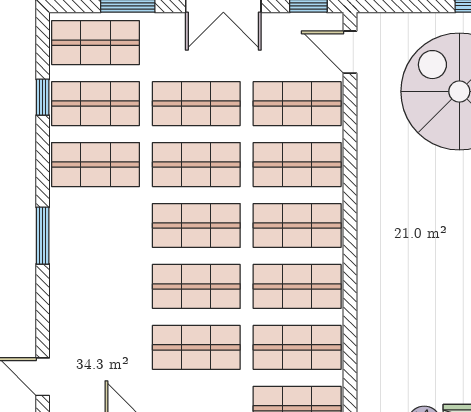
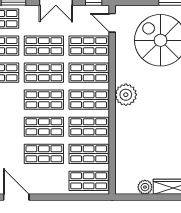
plant: (381, 214) -> (126, 95), added

